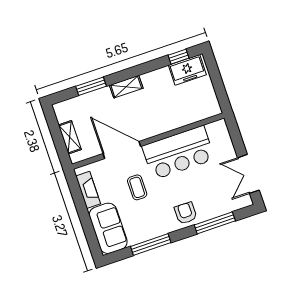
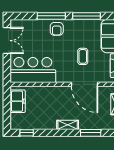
freezer: (187, 70) -> (18, 101), moved, turned 90
bar counter: (178, 153) -> (33, 70), moved
window: (215, 223) -> (51, 16), moved

